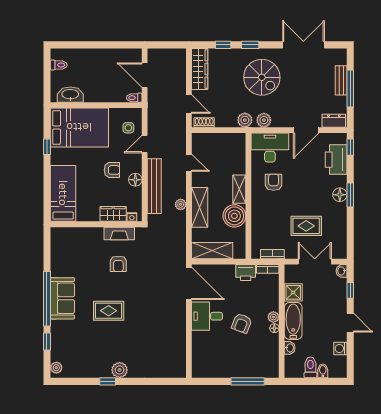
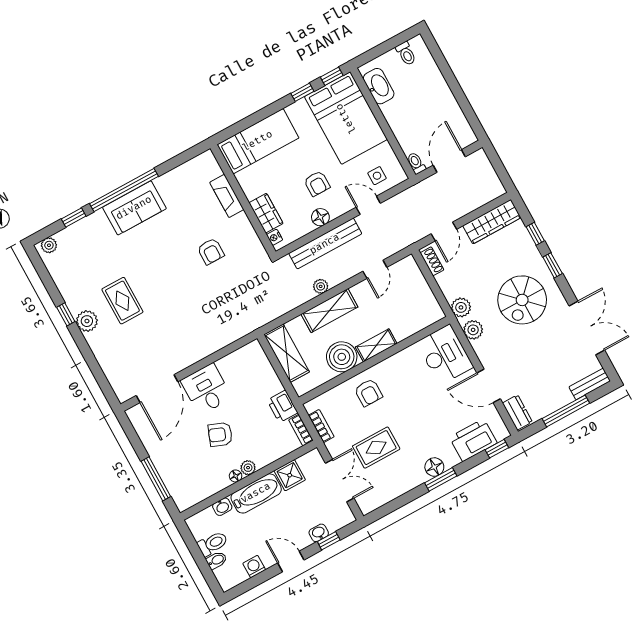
bench: (341, 80) -> (590, 384), moved
window: (47, 122) -> (332, 76), added
armchair: (274, 182) -> (368, 393), moved, turned 90
rug: (306, 226) -> (376, 448), turned 90
fireplace: (119, 233) -> (227, 196), moved
armchair: (118, 264) -> (211, 251), turned -90
washbasin: (341, 271) -> (319, 533), moved
door: (189, 283) -> (157, 389), moved
rug: (109, 311) -> (122, 301), moved
door: (350, 323) -> (291, 561), swing flipped

